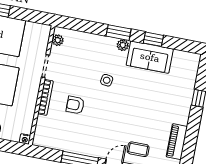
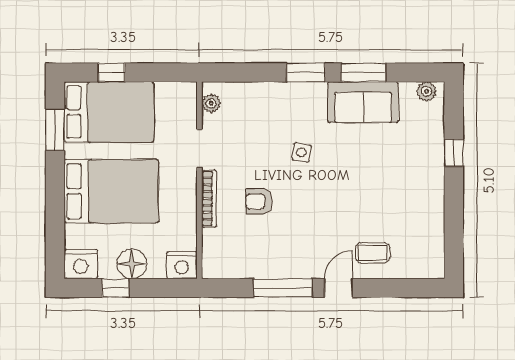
window: (153, 39) -> (363, 73), width x1.50
plant: (123, 45) -> (426, 91), moved
nightstand: (25, 139) -> (182, 265), width x1.89, depth x1.79
piano: (177, 142) -> (432, 229), removed

